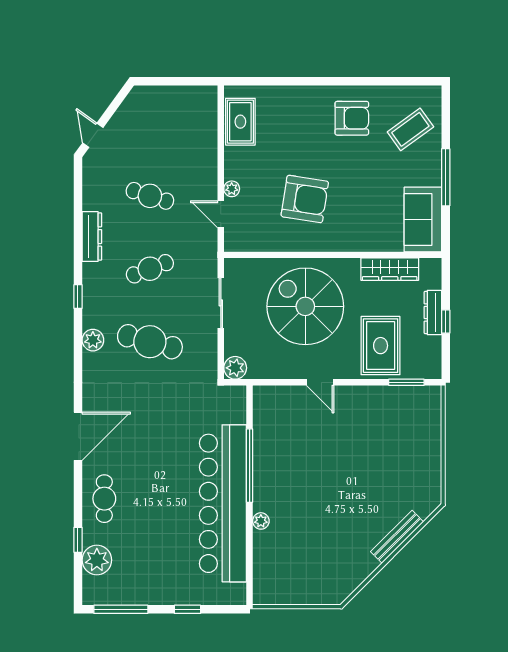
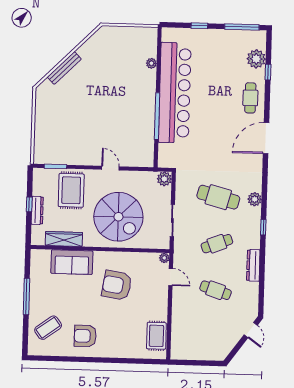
plant: (232, 189) -> (164, 258), moved
sofa: (423, 220) -> (72, 262), moved, turned 90
plant: (261, 521) -> (151, 63), moved

